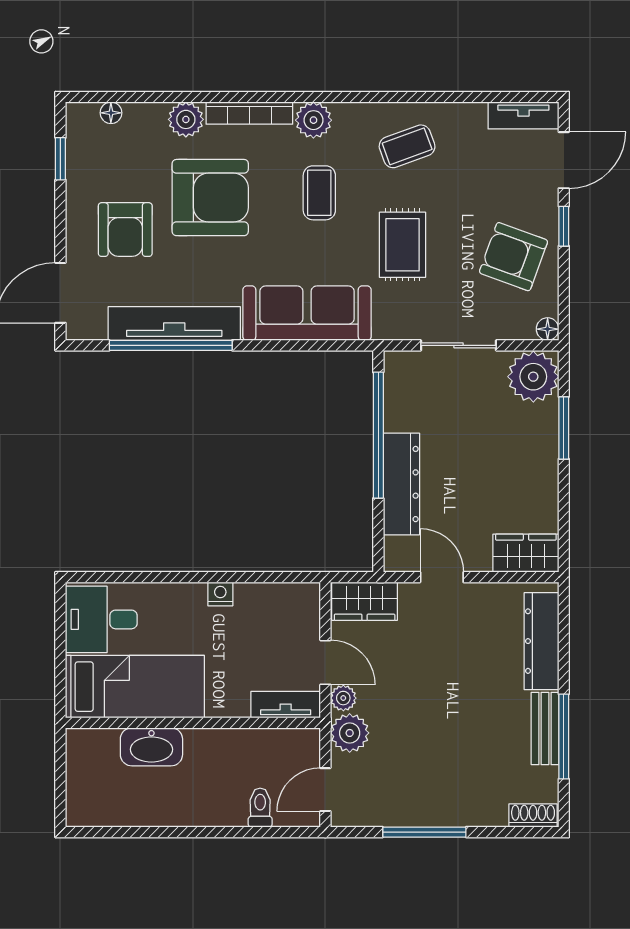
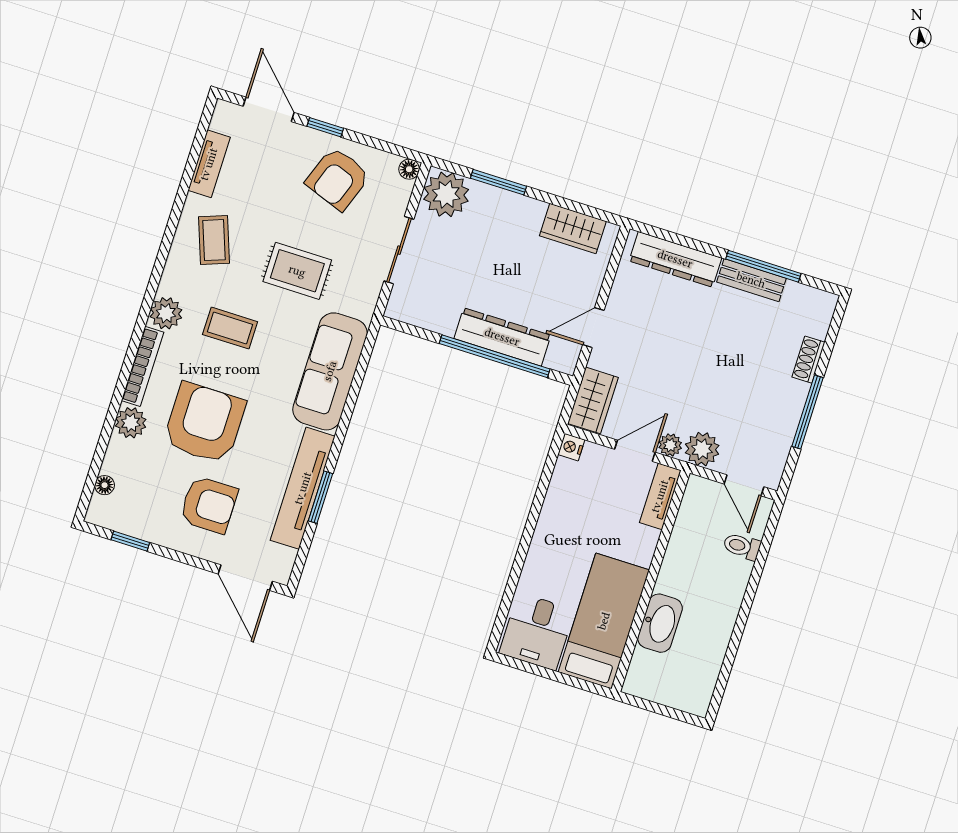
tv unit: (523, 115) -> (209, 164), moved
window: (171, 345) -> (321, 497), width x0.47
window: (378, 435) -> (495, 356), moved
wardrobe: (526, 553) -> (573, 229), moved, turned -90
nightstand: (220, 594) -> (571, 447), moved
shoe rack: (533, 815) -> (808, 360), moved

